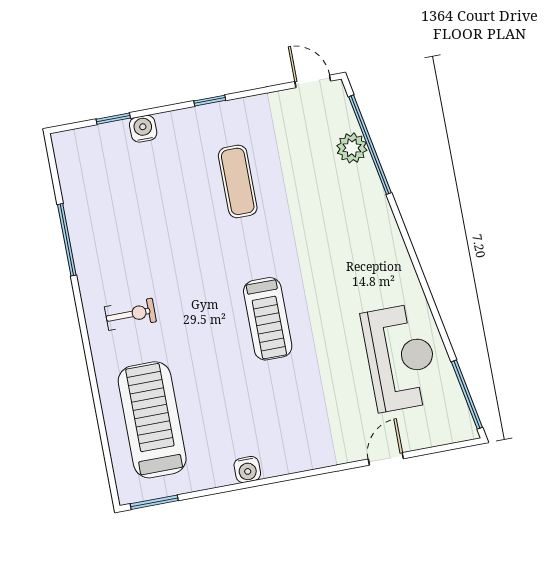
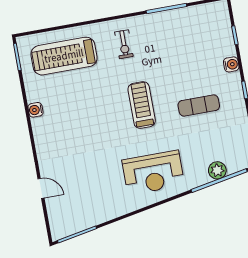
water cooler: (143, 129) -> (231, 64), moved
treadmill: (268, 319) -> (142, 105), moved, turned 90
reception desk: (401, 357) -> (153, 173), moved
treadmill: (152, 420) -> (64, 56), turned 180

